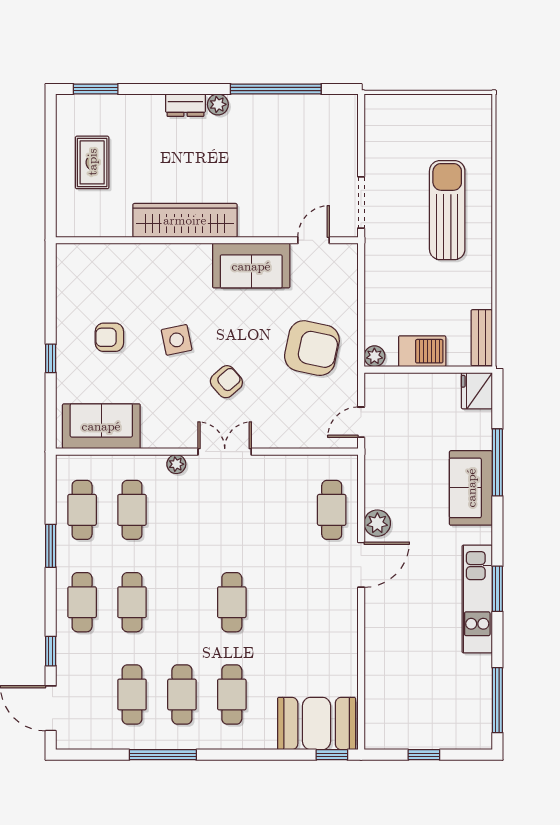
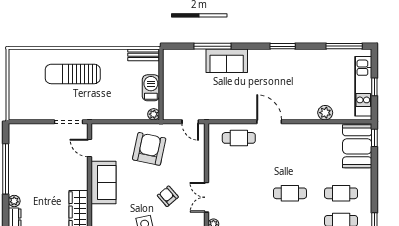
fridge: (477, 391) -> (173, 58), removed
plant: (377, 523) -> (325, 113), moved
kitchen unit: (477, 599) -> (363, 86), moved, turned 90

